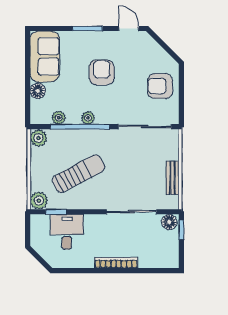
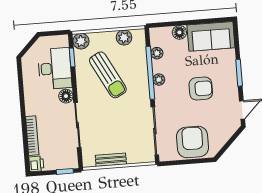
armchair: (160, 86) -> (193, 142), width x1.36, depth x1.36
plant: (39, 138) -> (124, 38), moved
floor lamp: (169, 222) -> (66, 96), moved
desk: (67, 232) -> (55, 68), width x1.37
printer: (171, 261) -> (36, 164), added
bookcase: (116, 263) -> (32, 136), moved

